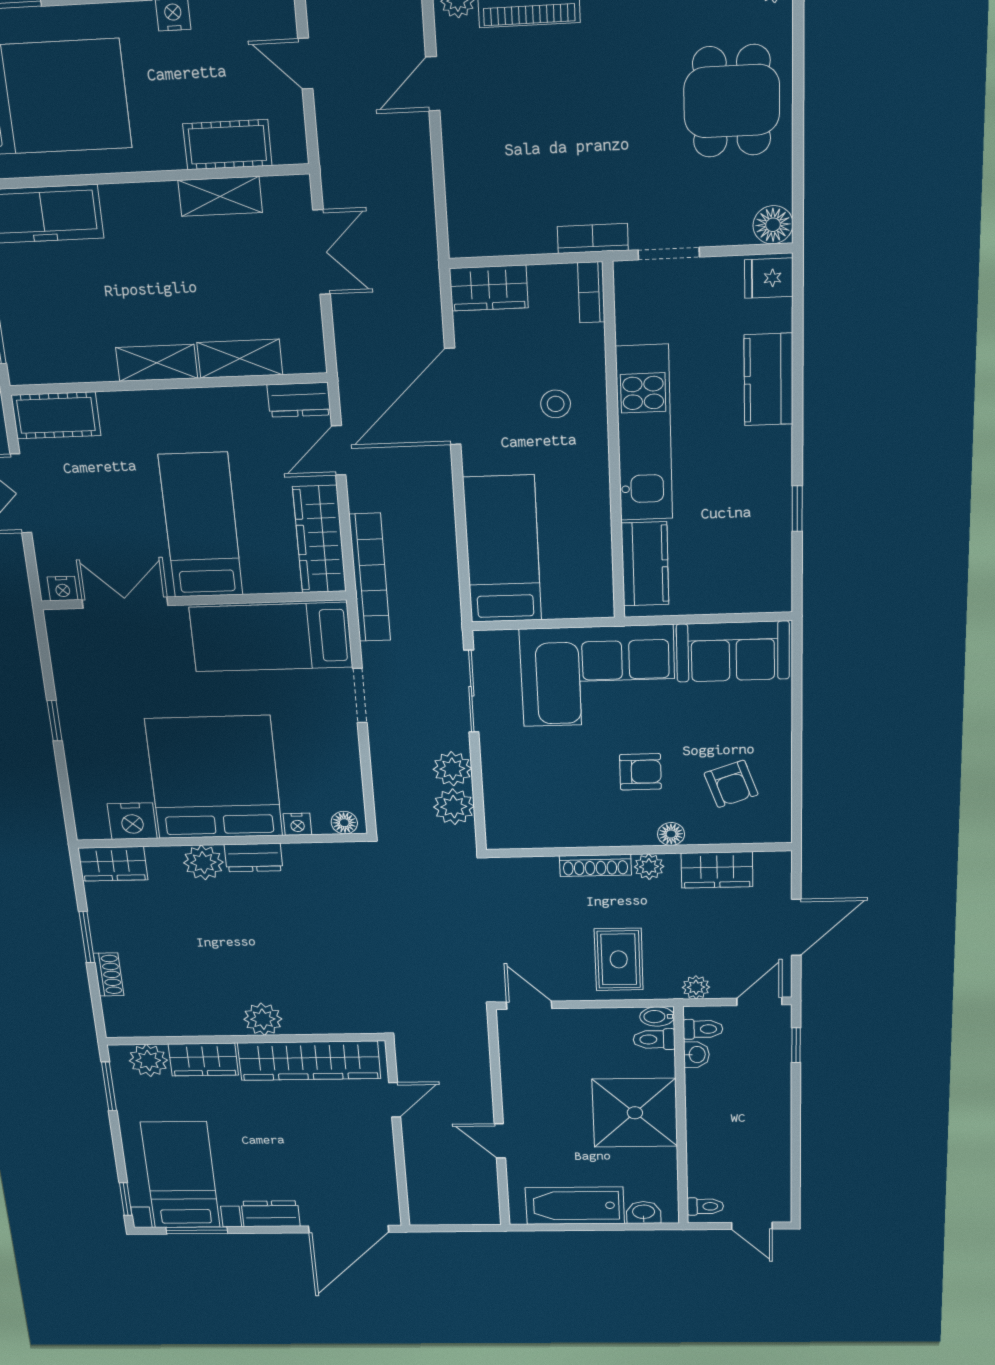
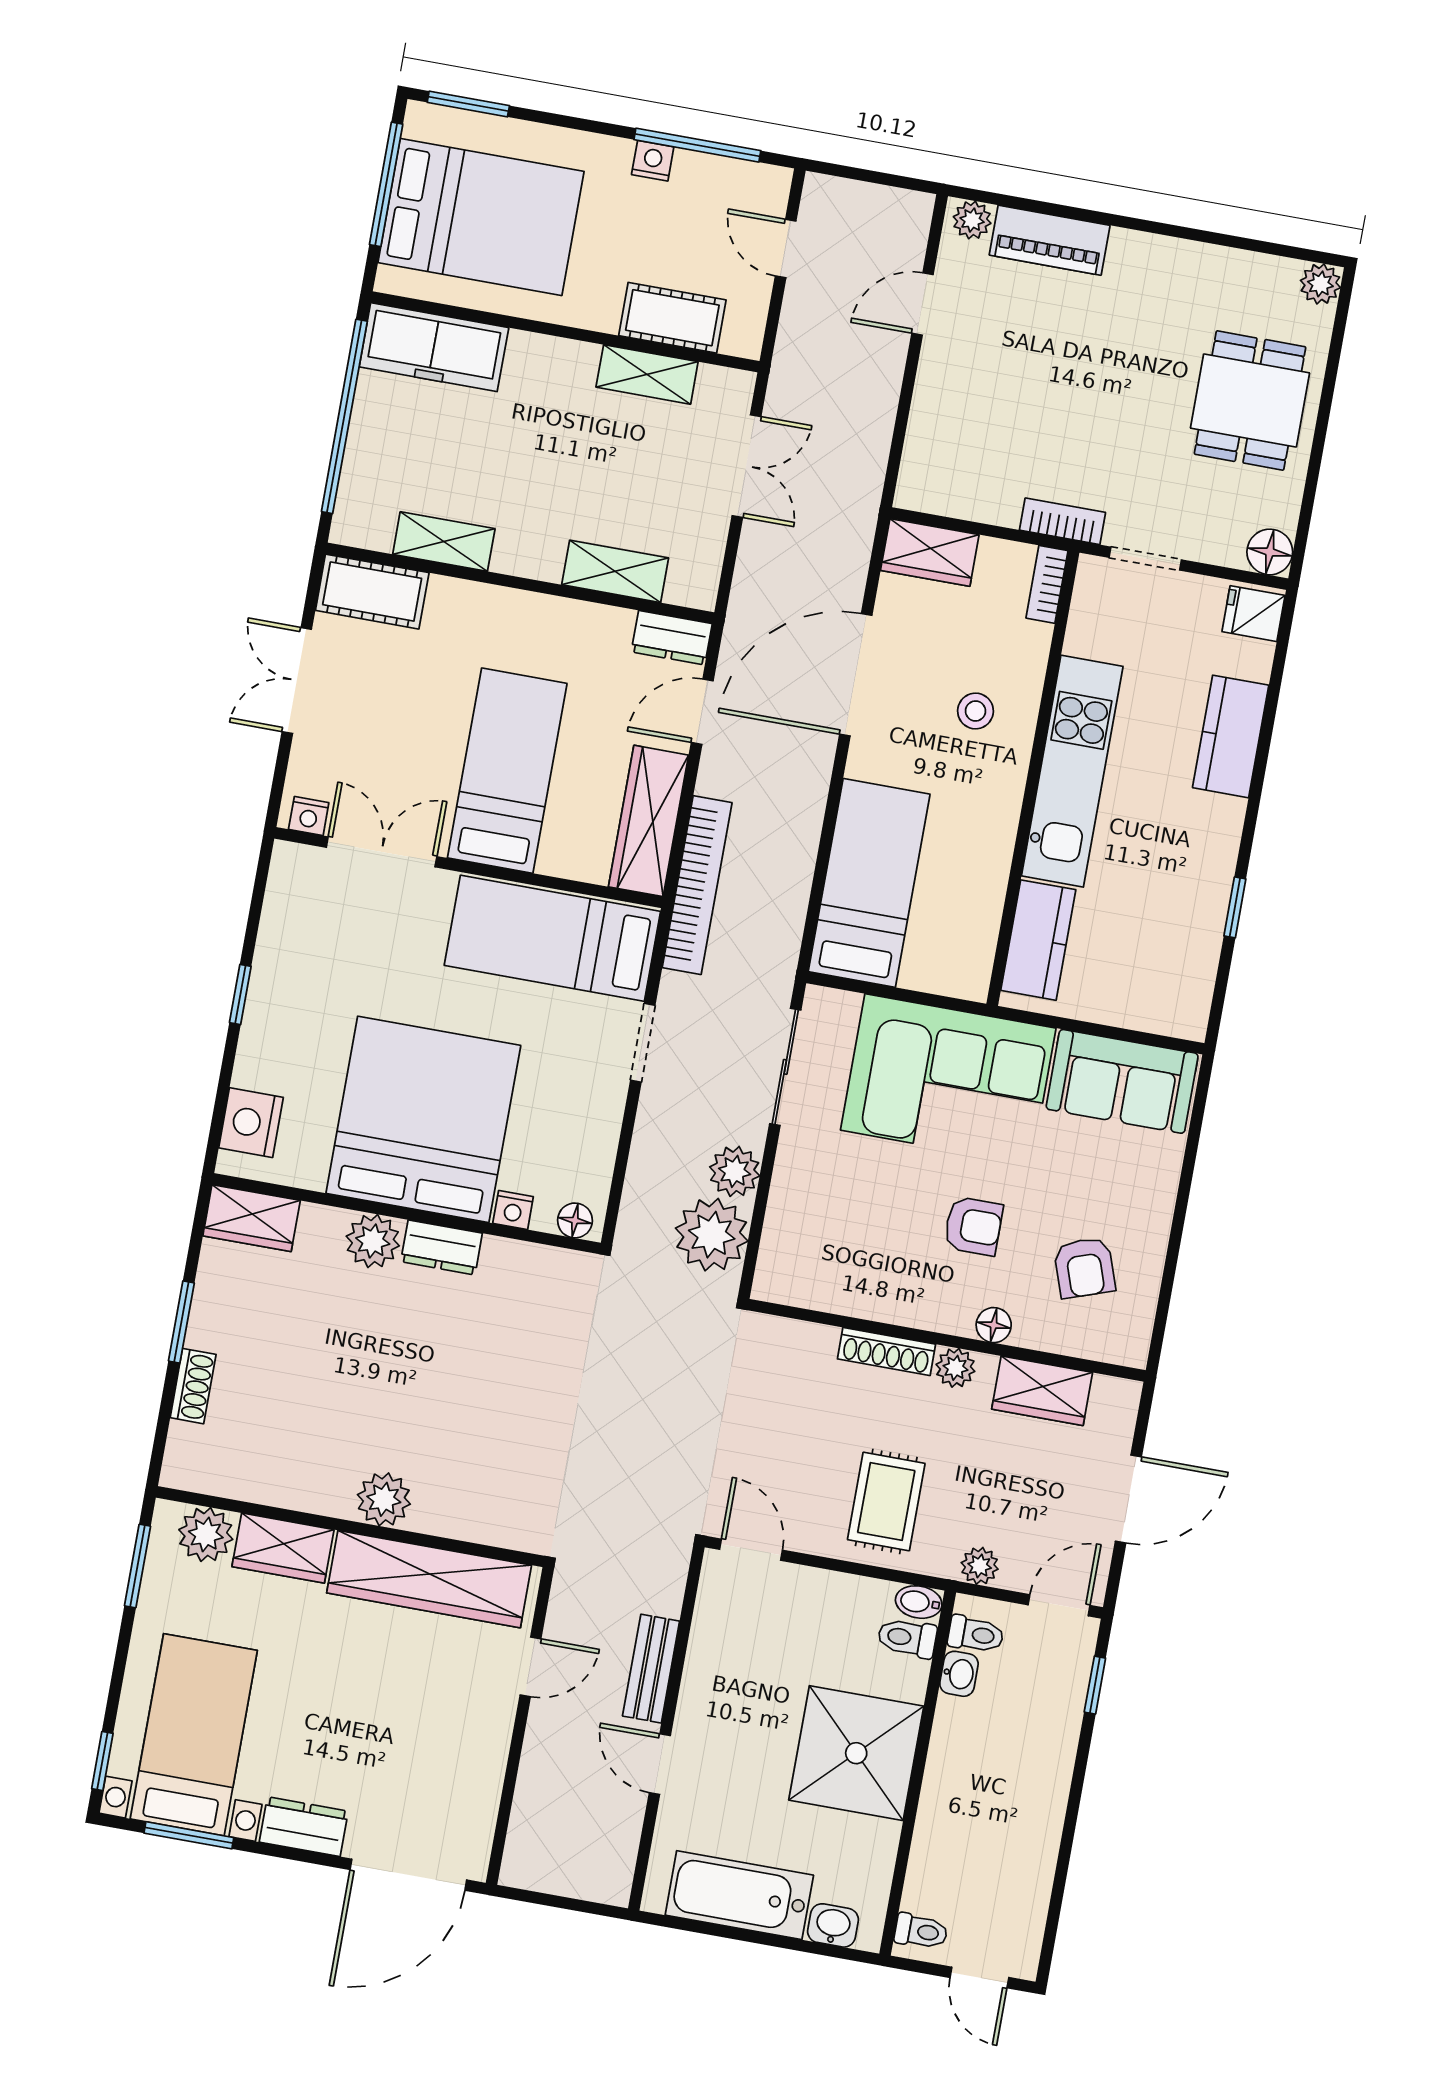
shelving: (157, 363) -> (444, 542), moved
plant: (454, 807) -> (712, 1235), width x1.36, depth x1.36
nightstand: (132, 821) -> (251, 1123), moved, turned 90
bench: (478, 1087) -> (651, 1669), added

